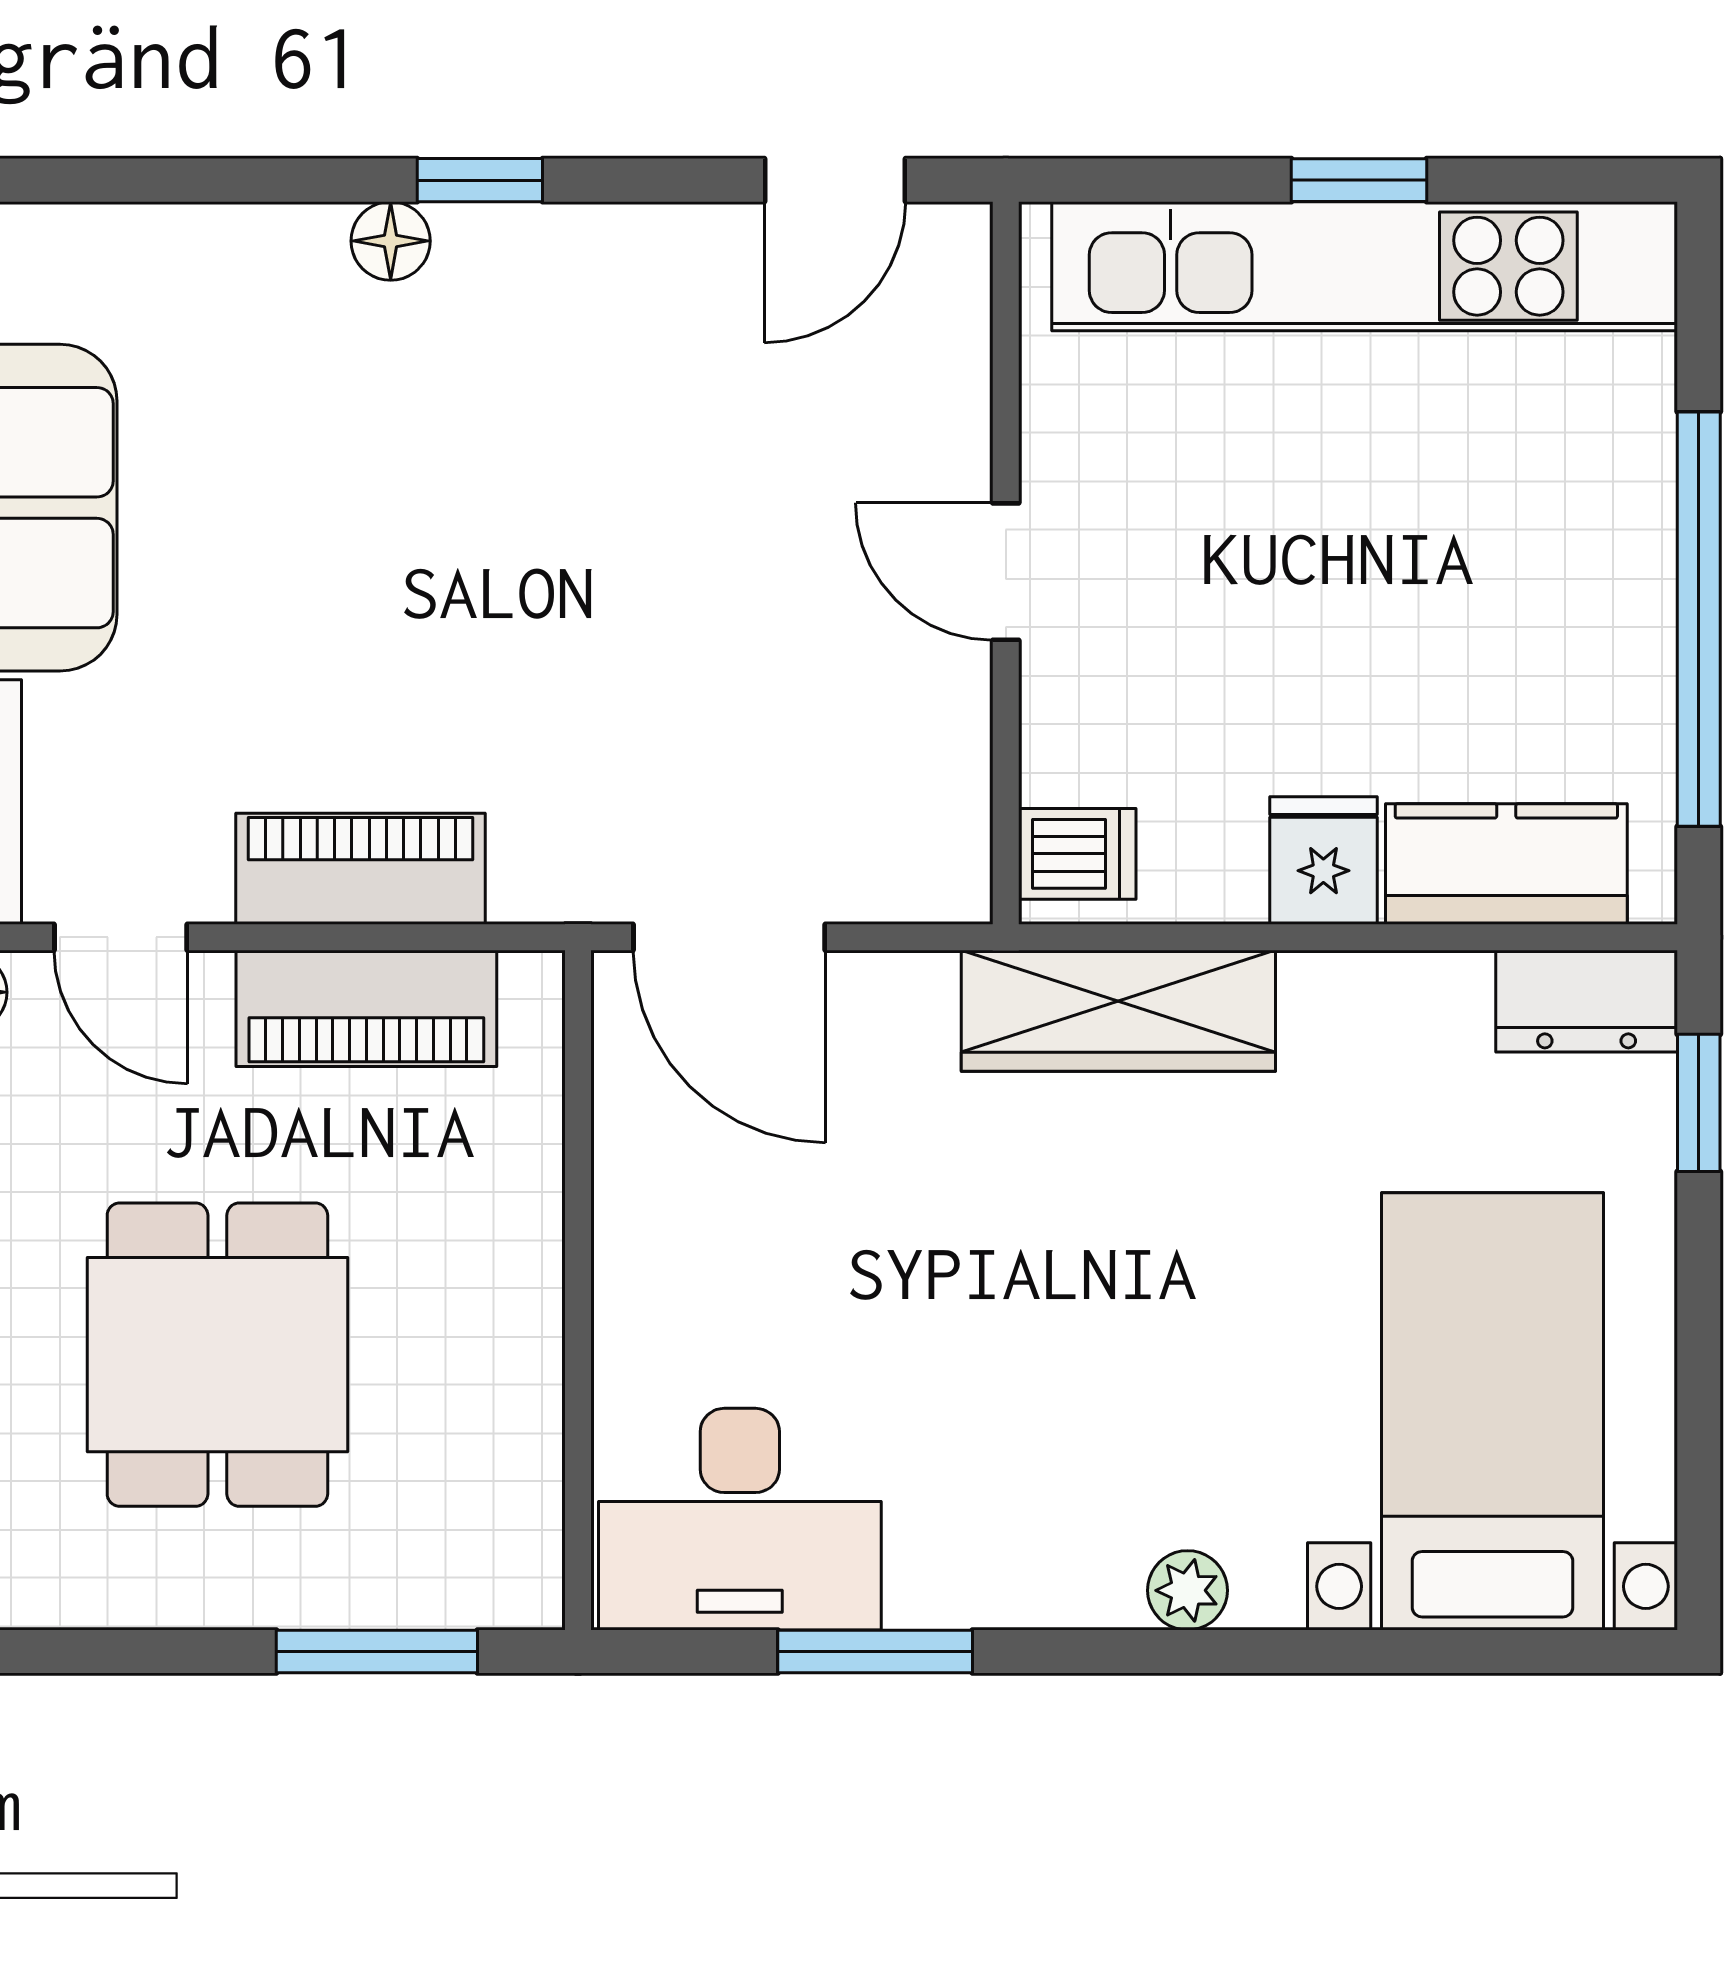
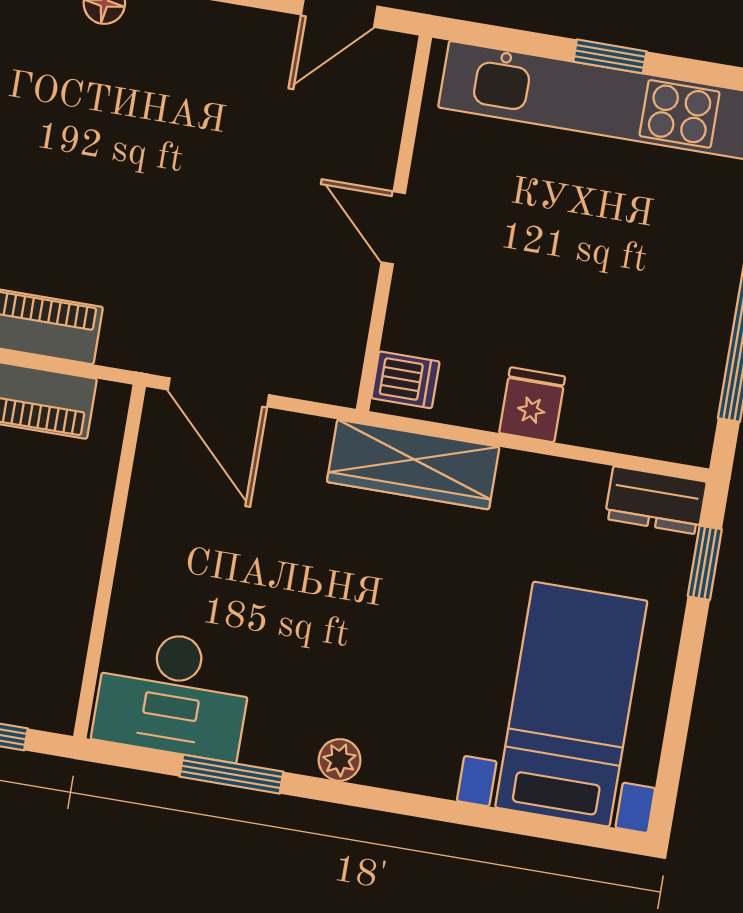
kitchen counter: (1506, 864) -> (626, 423), removed
plant: (1187, 1590) -> (340, 760), moved

